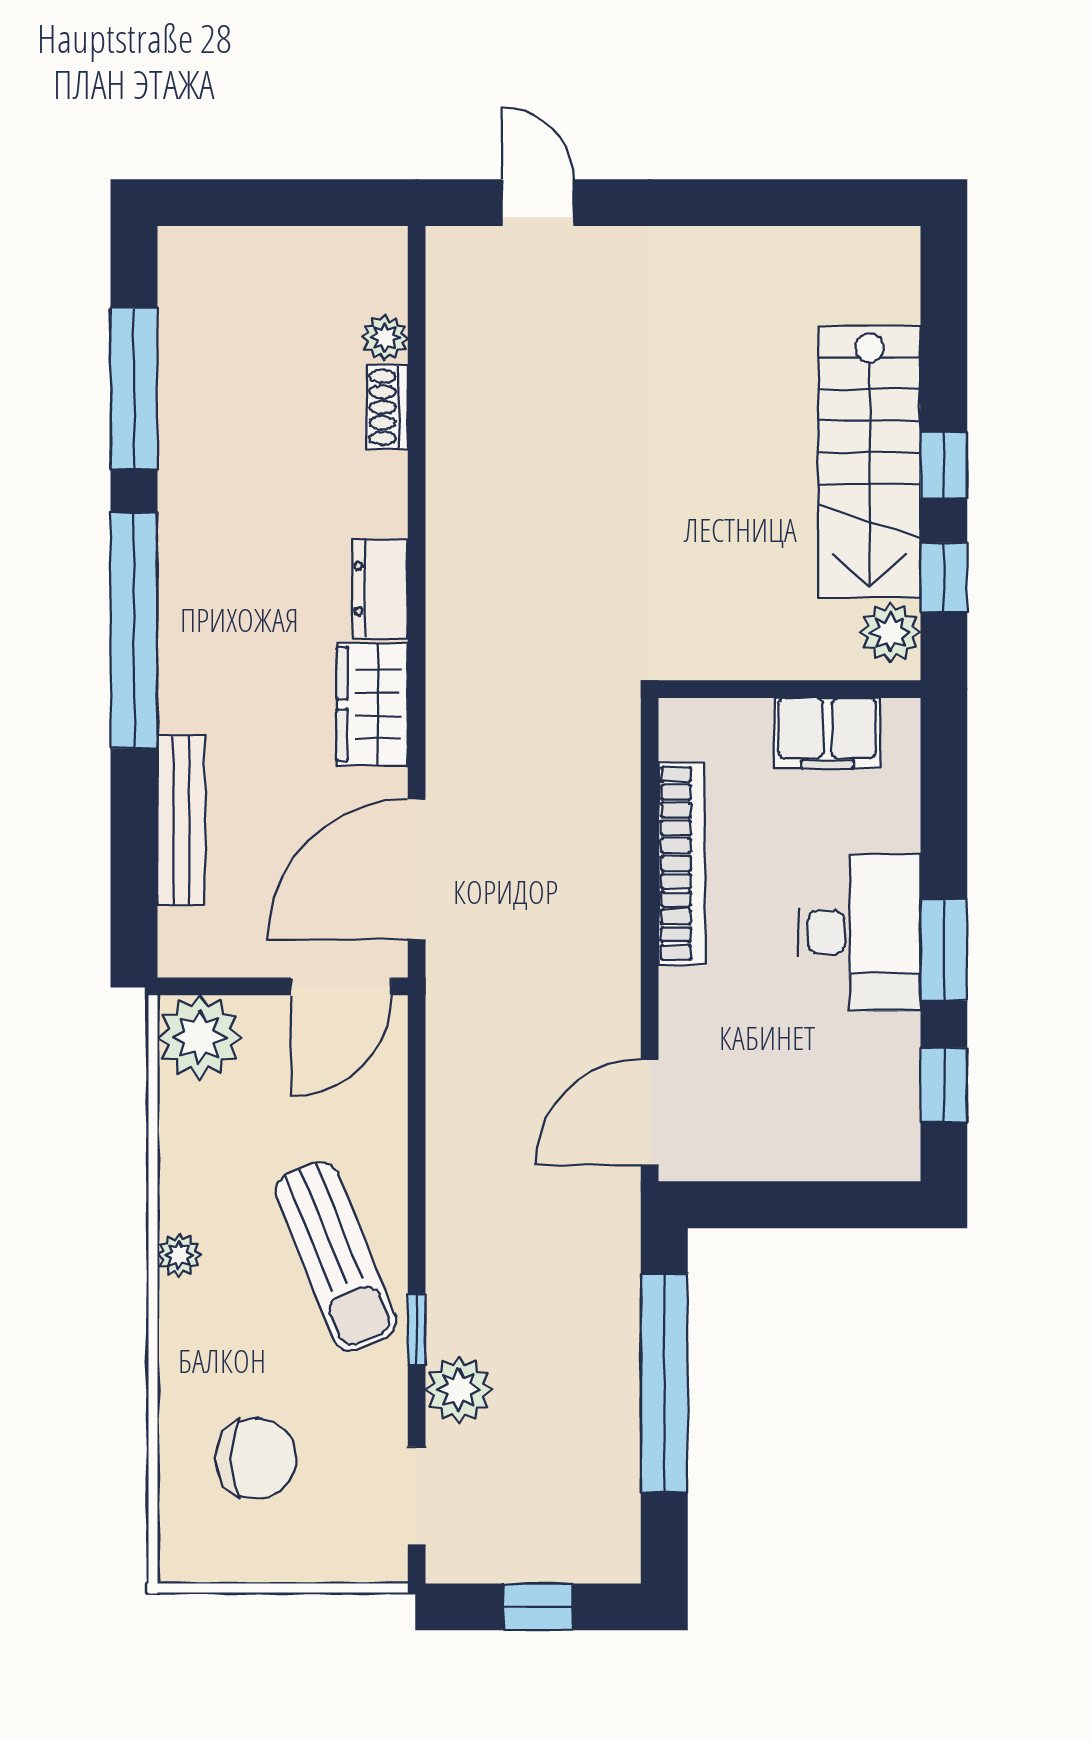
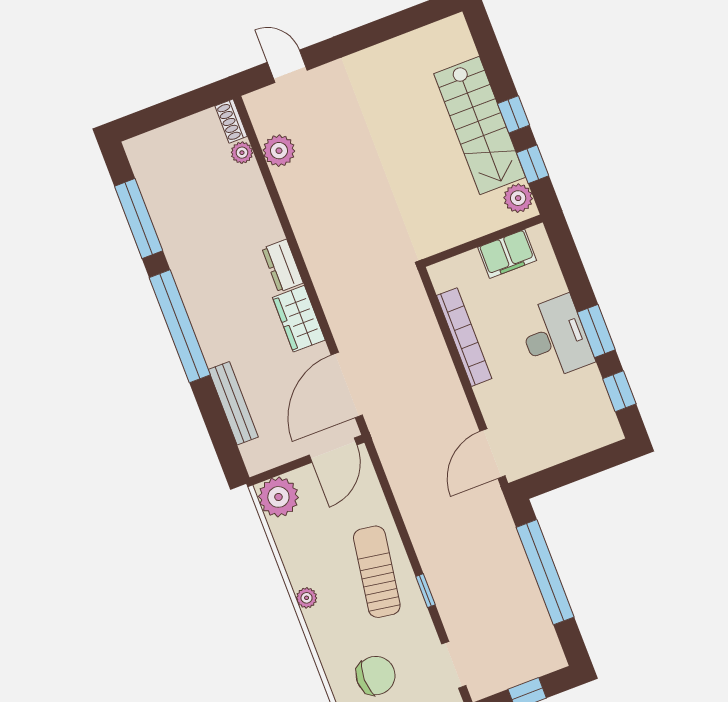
shoe rack: (387, 407) -> (231, 121), moved
sun lounger: (336, 1257) -> (377, 572), turned -149
plant: (459, 1390) -> (279, 151), moved

